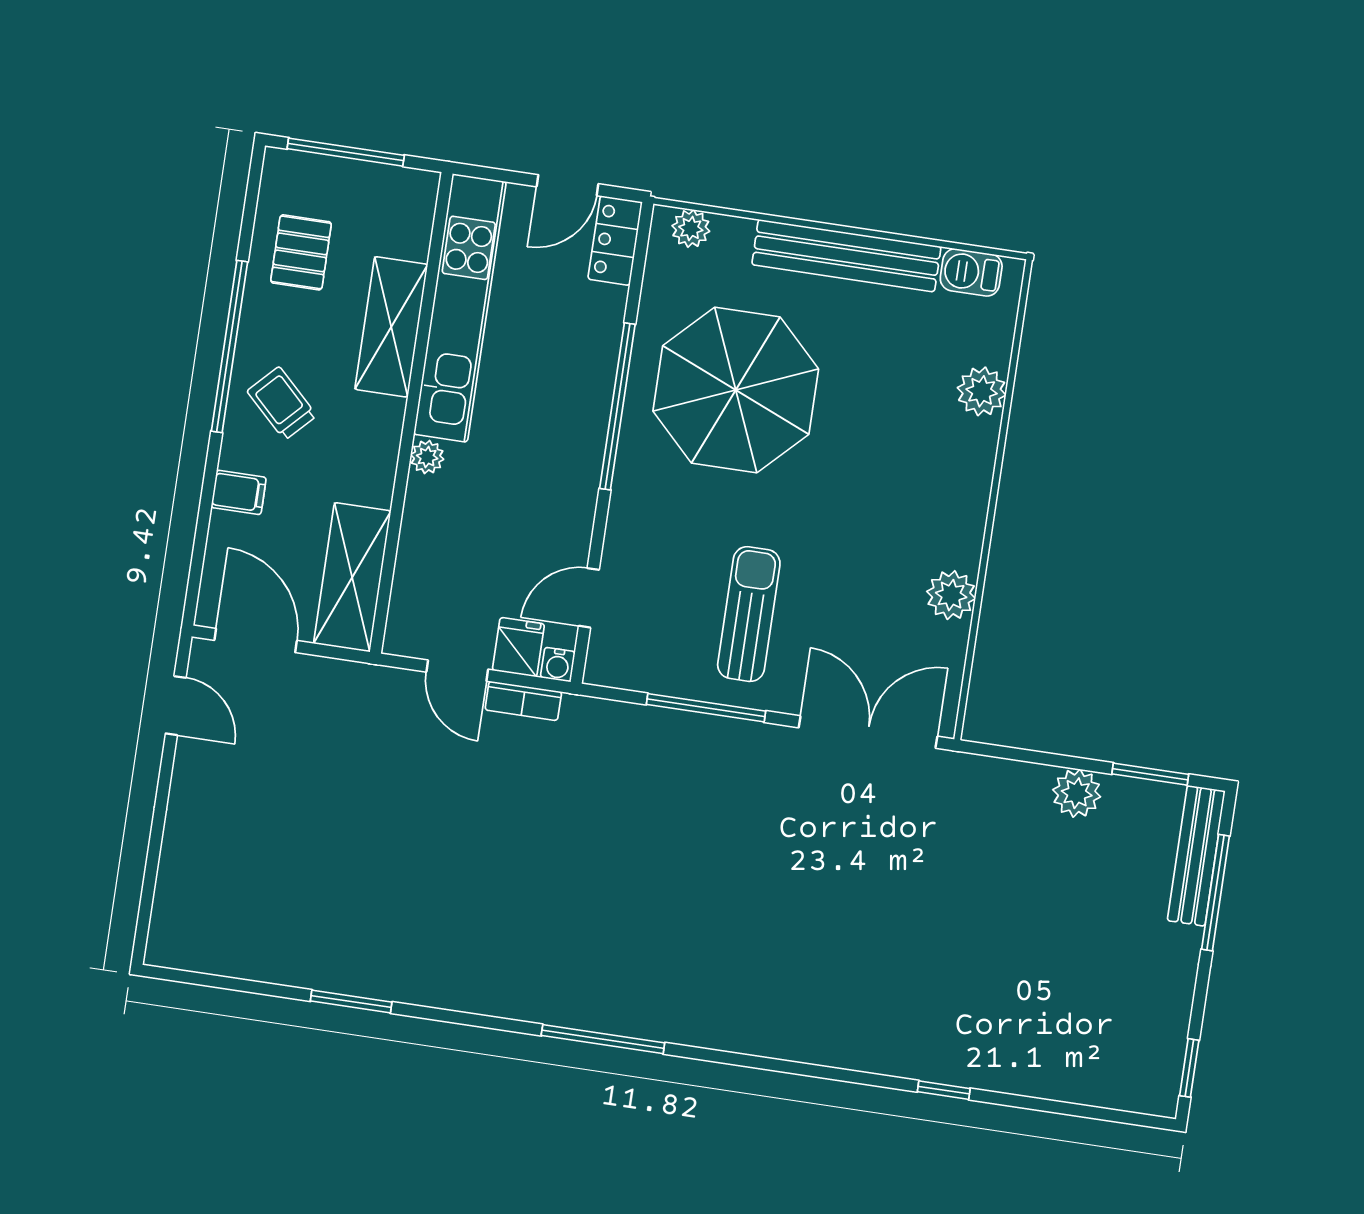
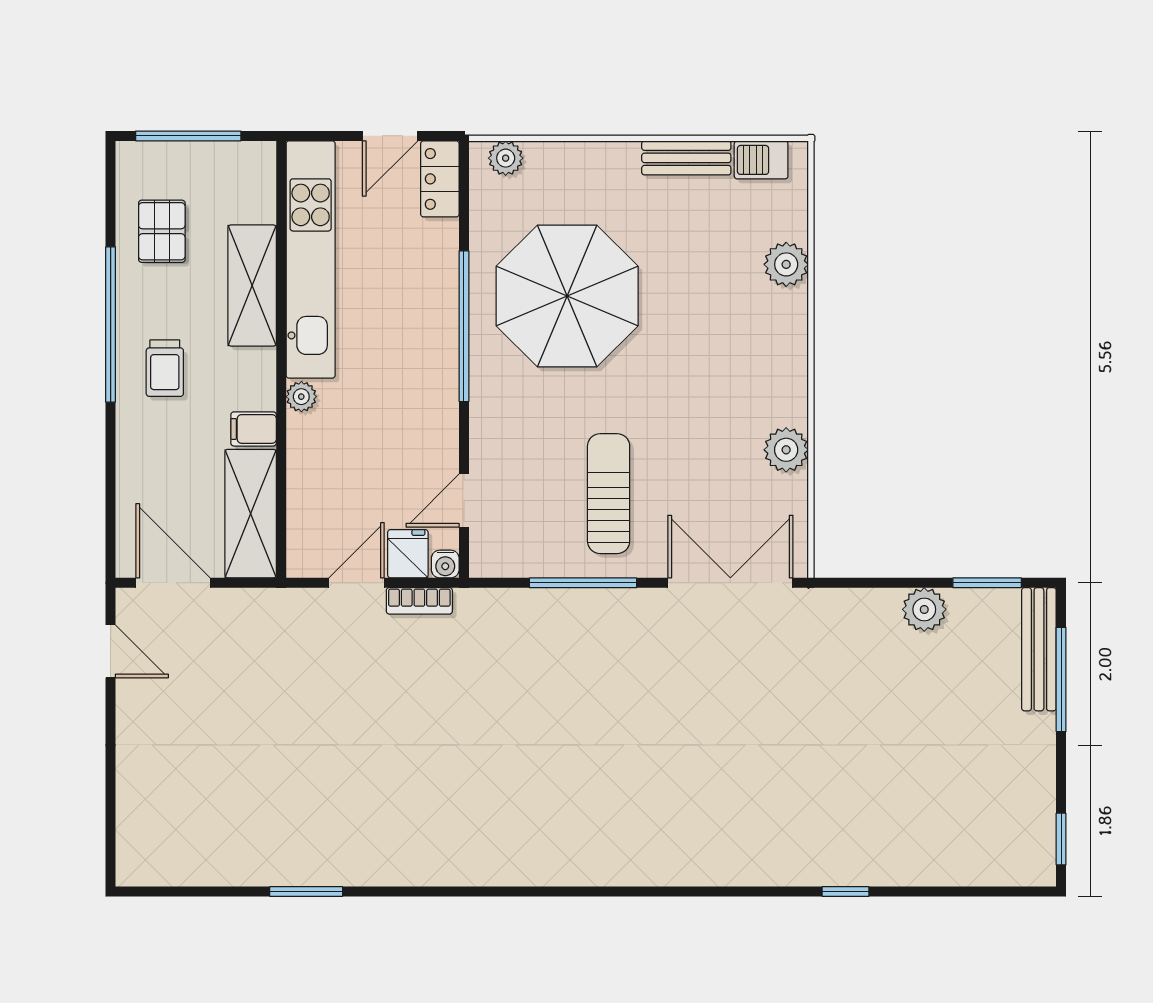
bench: (846, 256) -> (686, 158), width x0.54, depth x0.82
trolley: (282, 403) -> (165, 368), turned -134
filing cabinet: (239, 492) -> (254, 429), moved, turned 180
door: (457, 671) -> (357, 583), swing flipped
window: (603, 1039) -> (535, 891), removed

